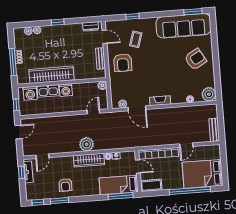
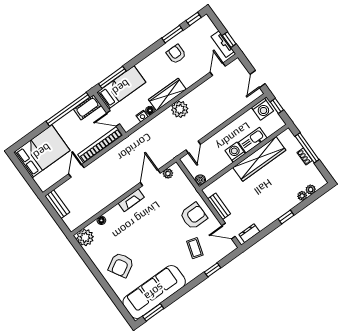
armchair: (123, 63) -> (194, 216), turned 90
washing machine: (30, 93) -> (263, 109), moved, turned 180
door: (137, 108) -> (150, 178), hinge flipped
window: (190, 191) -> (68, 109), moved

